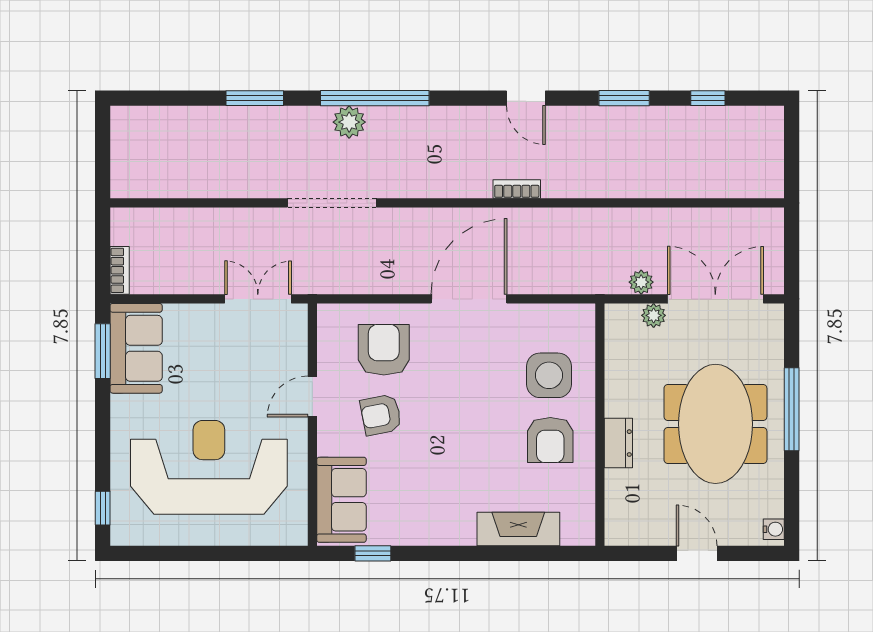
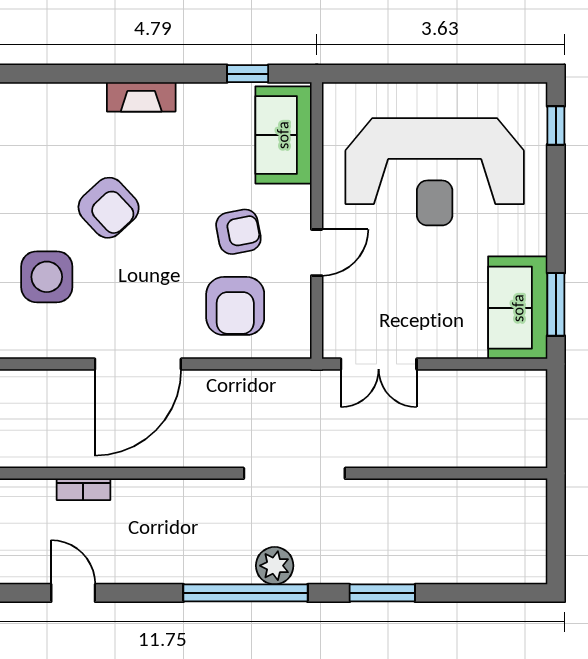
bookcase: (120, 270) -> (536, 397), removed
armchair: (550, 440) -> (109, 208), moved, turned 137
fireplace: (518, 529) -> (141, 97), moved, width x0.73, depth x0.76

